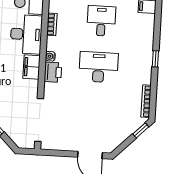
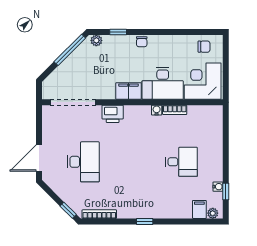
water cooler: (50, 56) -> (157, 110), moved
desk: (99, 67) -> (83, 162), moved
printer: (53, 72) -> (113, 114), moved

